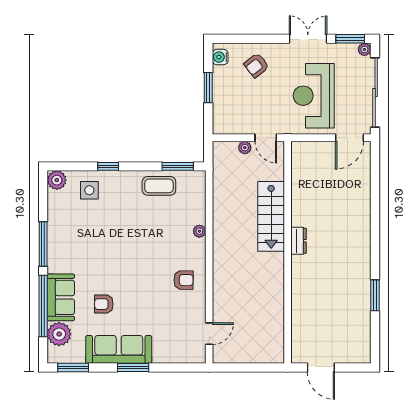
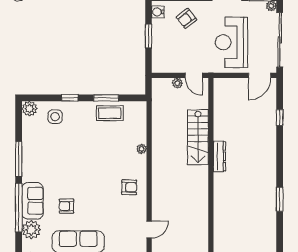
window: (178, 166) -> (106, 98), moved
window: (375, 191) -> (280, 117), added
dresser: (299, 241) -> (219, 156), width x1.44

